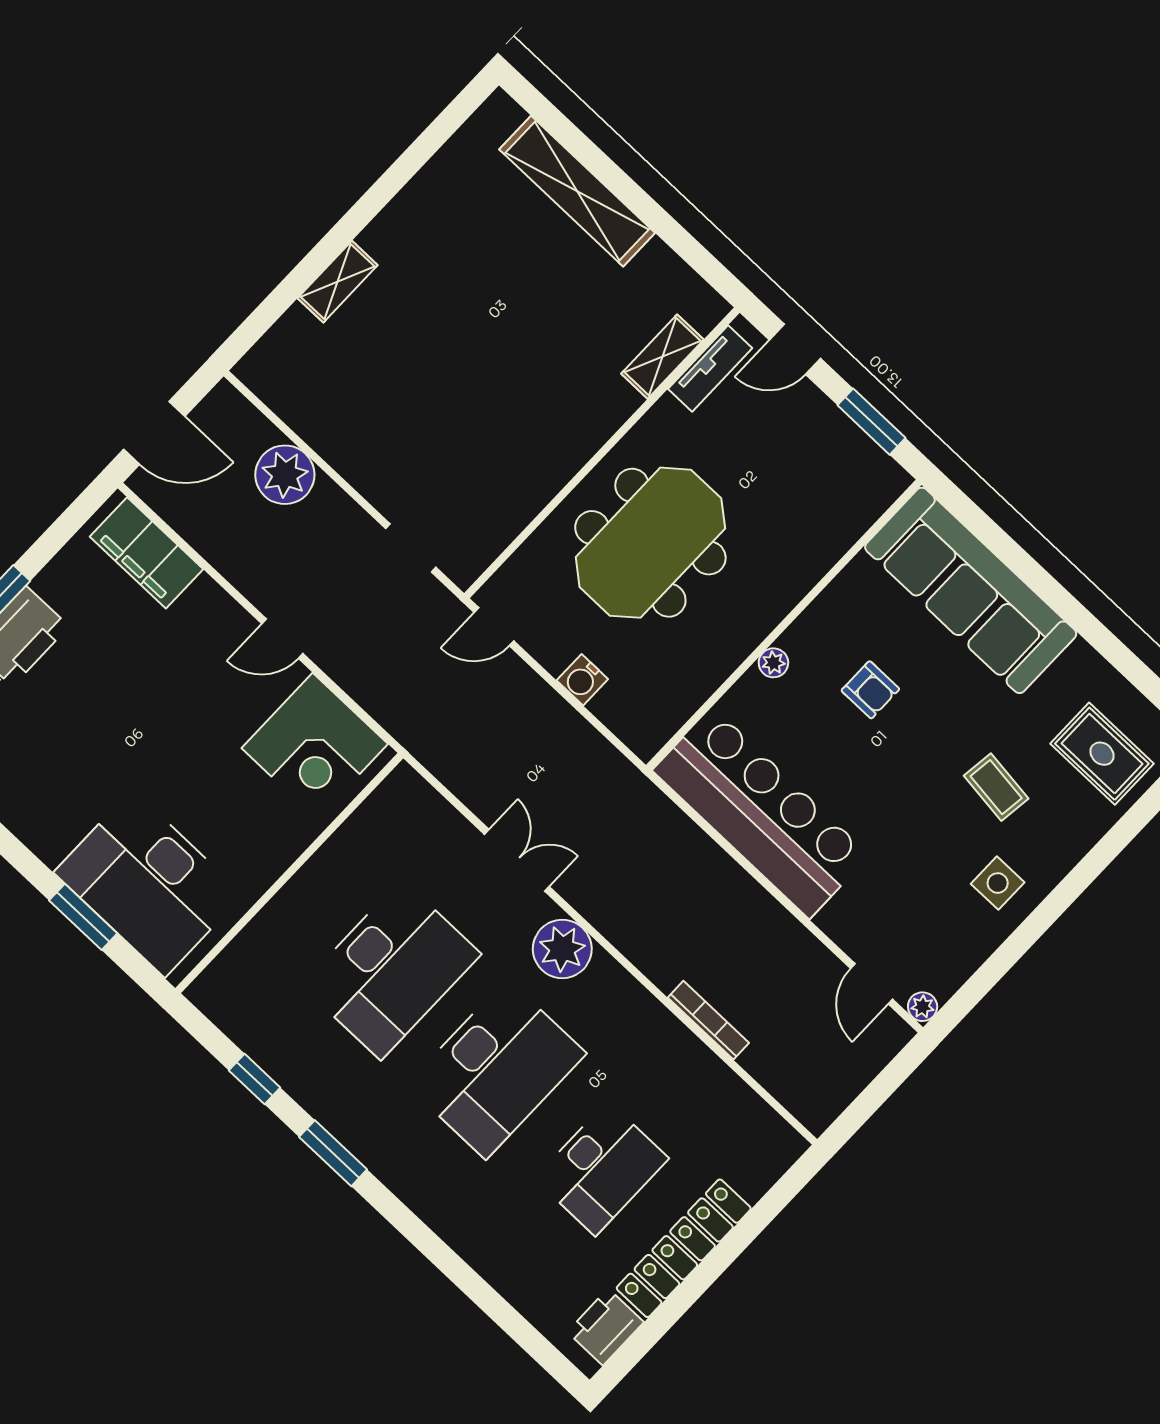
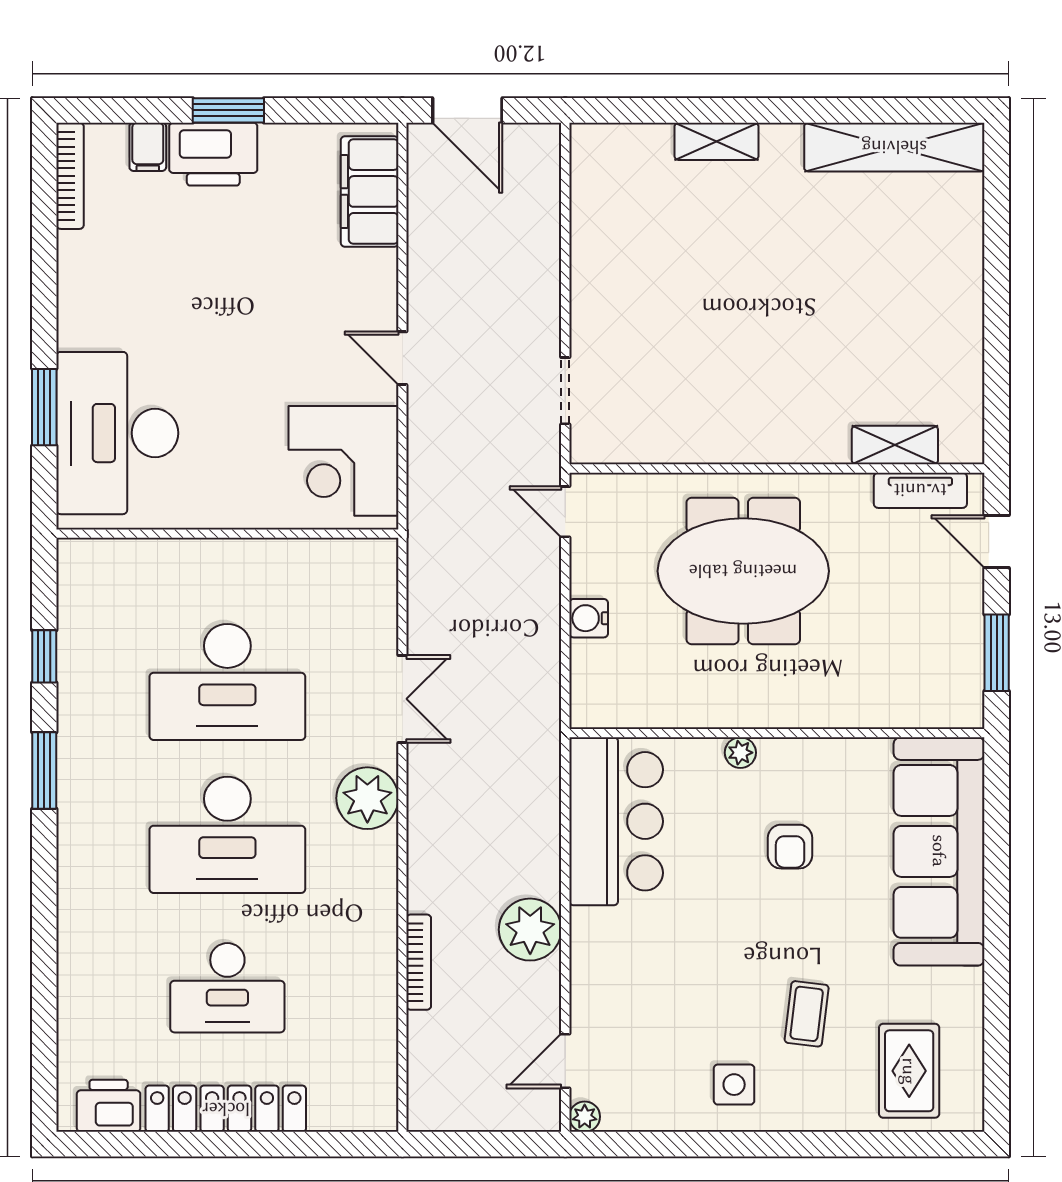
shelving: (577, 191) -> (894, 147), moved, turned 90
plant: (285, 475) -> (530, 930), moved
bar counter: (761, 813) -> (616, 821), width x0.73

